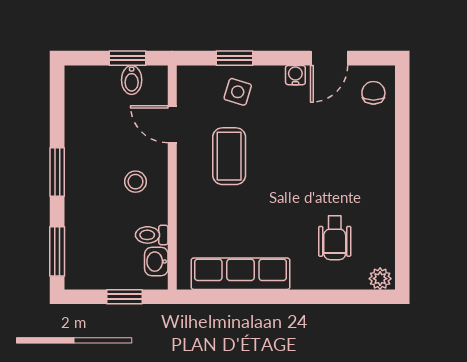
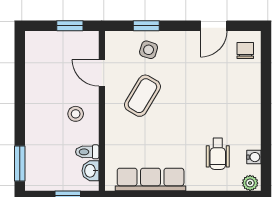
water cooler: (295, 75) -> (254, 157), moved, turned 90
bidet: (132, 80) -> (73, 41), removed
coffee table: (229, 156) -> (142, 96), turned 31
window: (57, 172) -> (20, 107), removed

